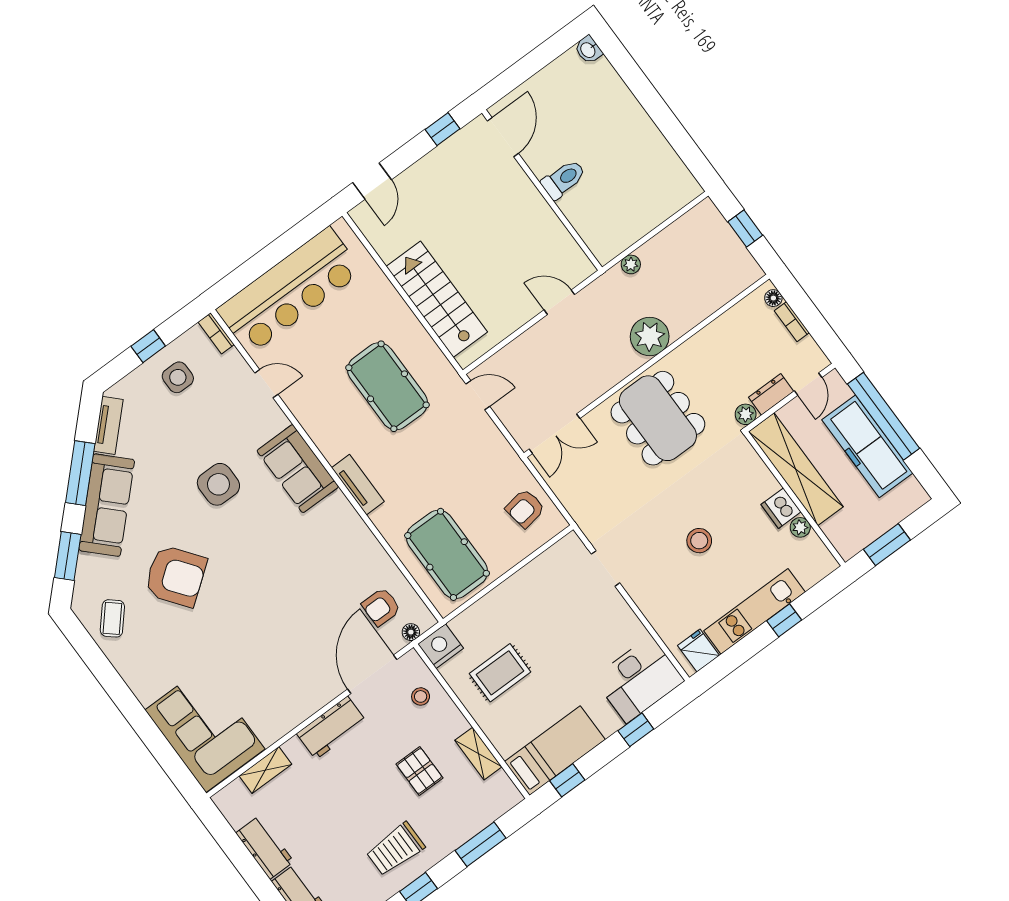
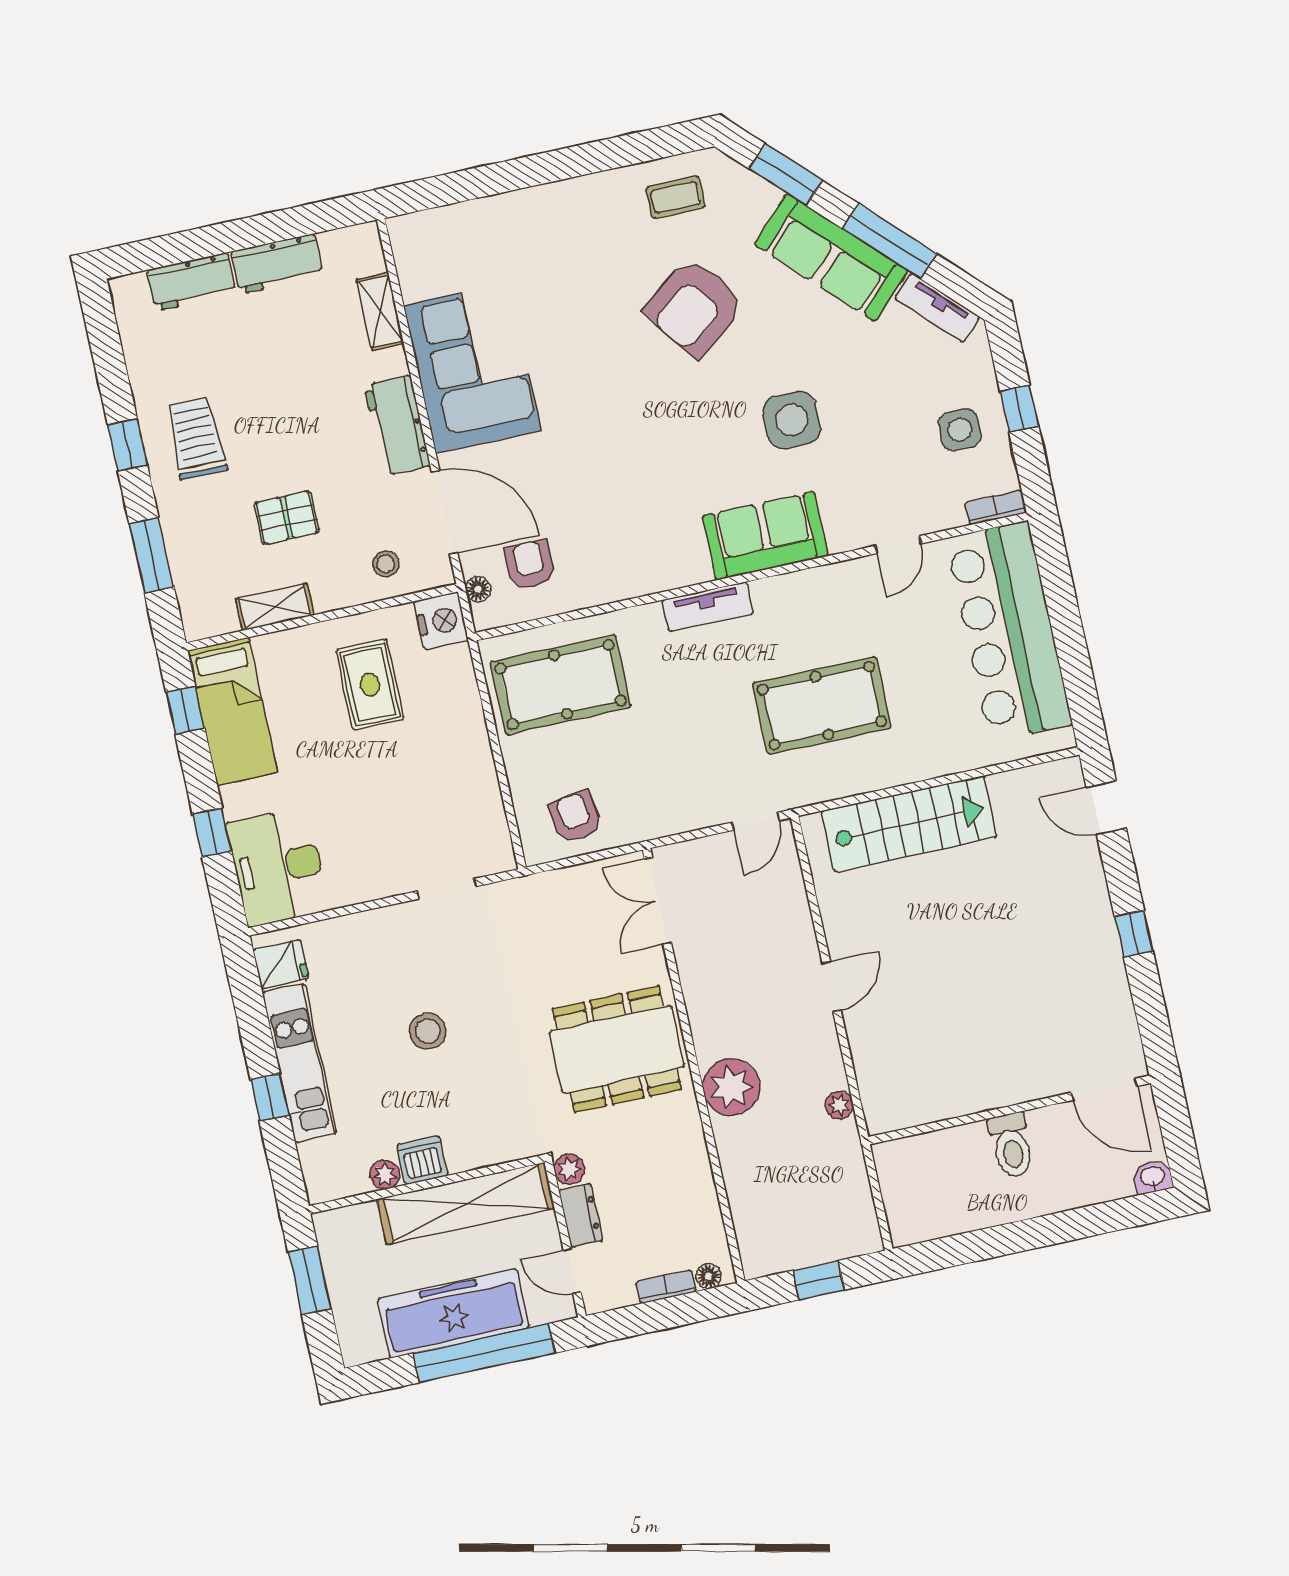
door: (503, 137) -> (1104, 1089), moved
toilet: (564, 179) -> (1011, 1145), moved
wall: (542, 190) -> (1010, 1110), moved
coffee table: (112, 618) -> (676, 197), turned -41
corner sofa: (205, 730) -> (472, 368), moved, turned -90

